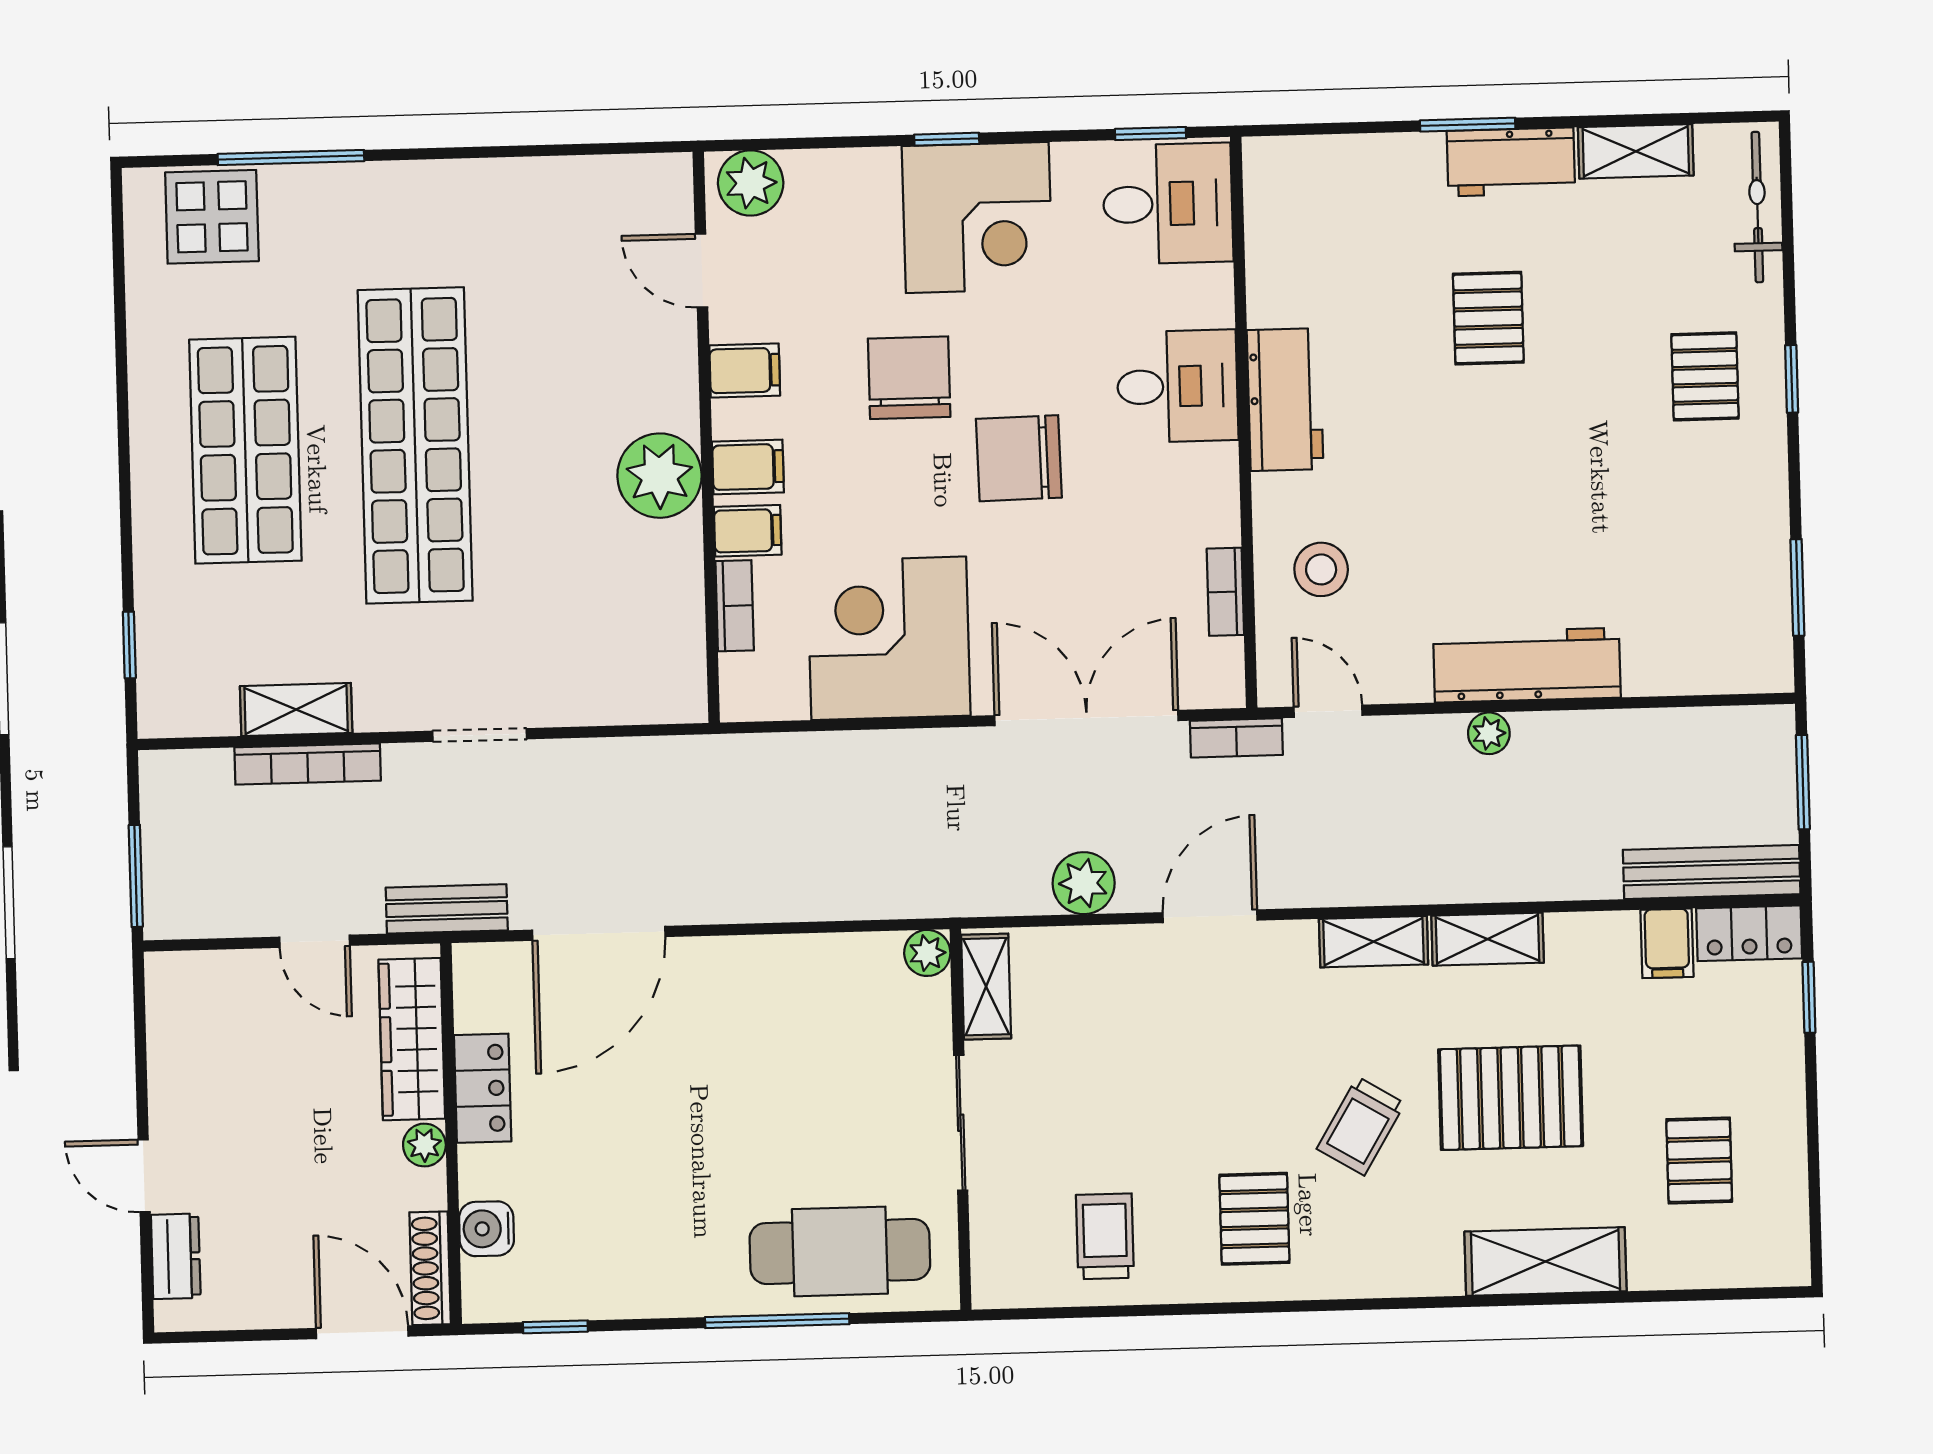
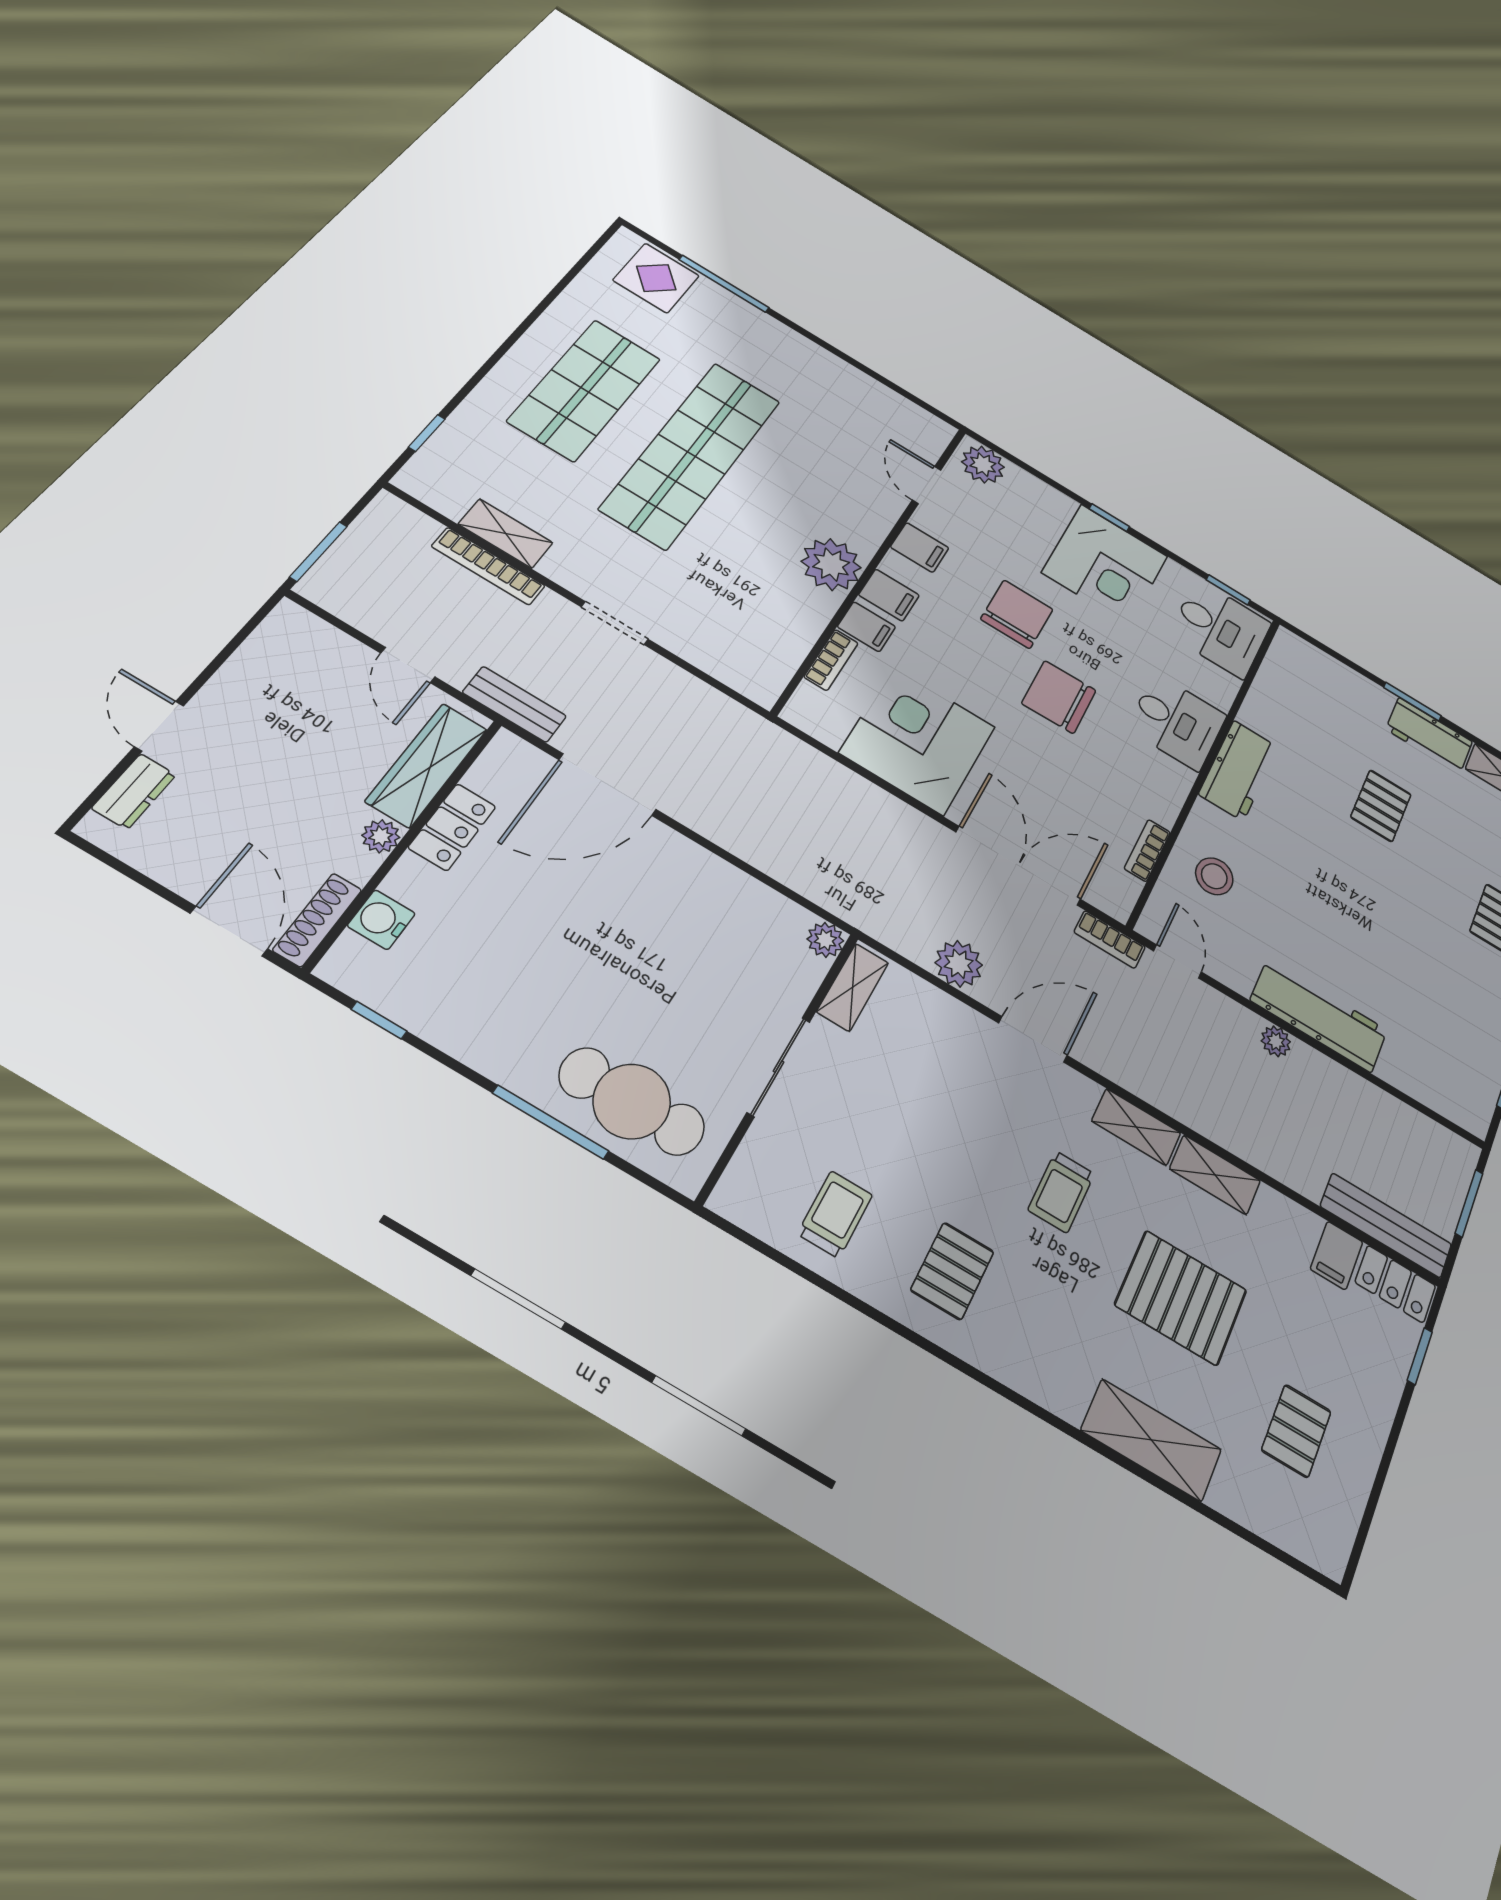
trolley: (1361, 1126) -> (1061, 1192), moved, turned -31

